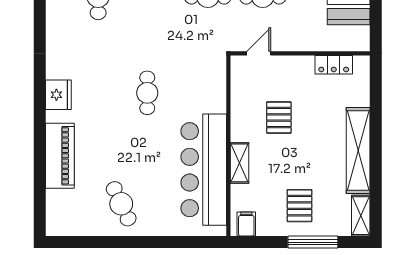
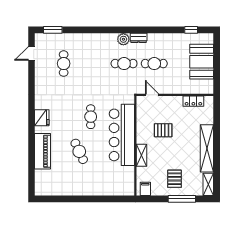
door: (259, 53) -> (152, 95), hinge flipped
pallet: (279, 118) -> (163, 130), turned 90
bar counter: (204, 170) -> (122, 135), moved
cafe table: (121, 204) -> (79, 151), moved

